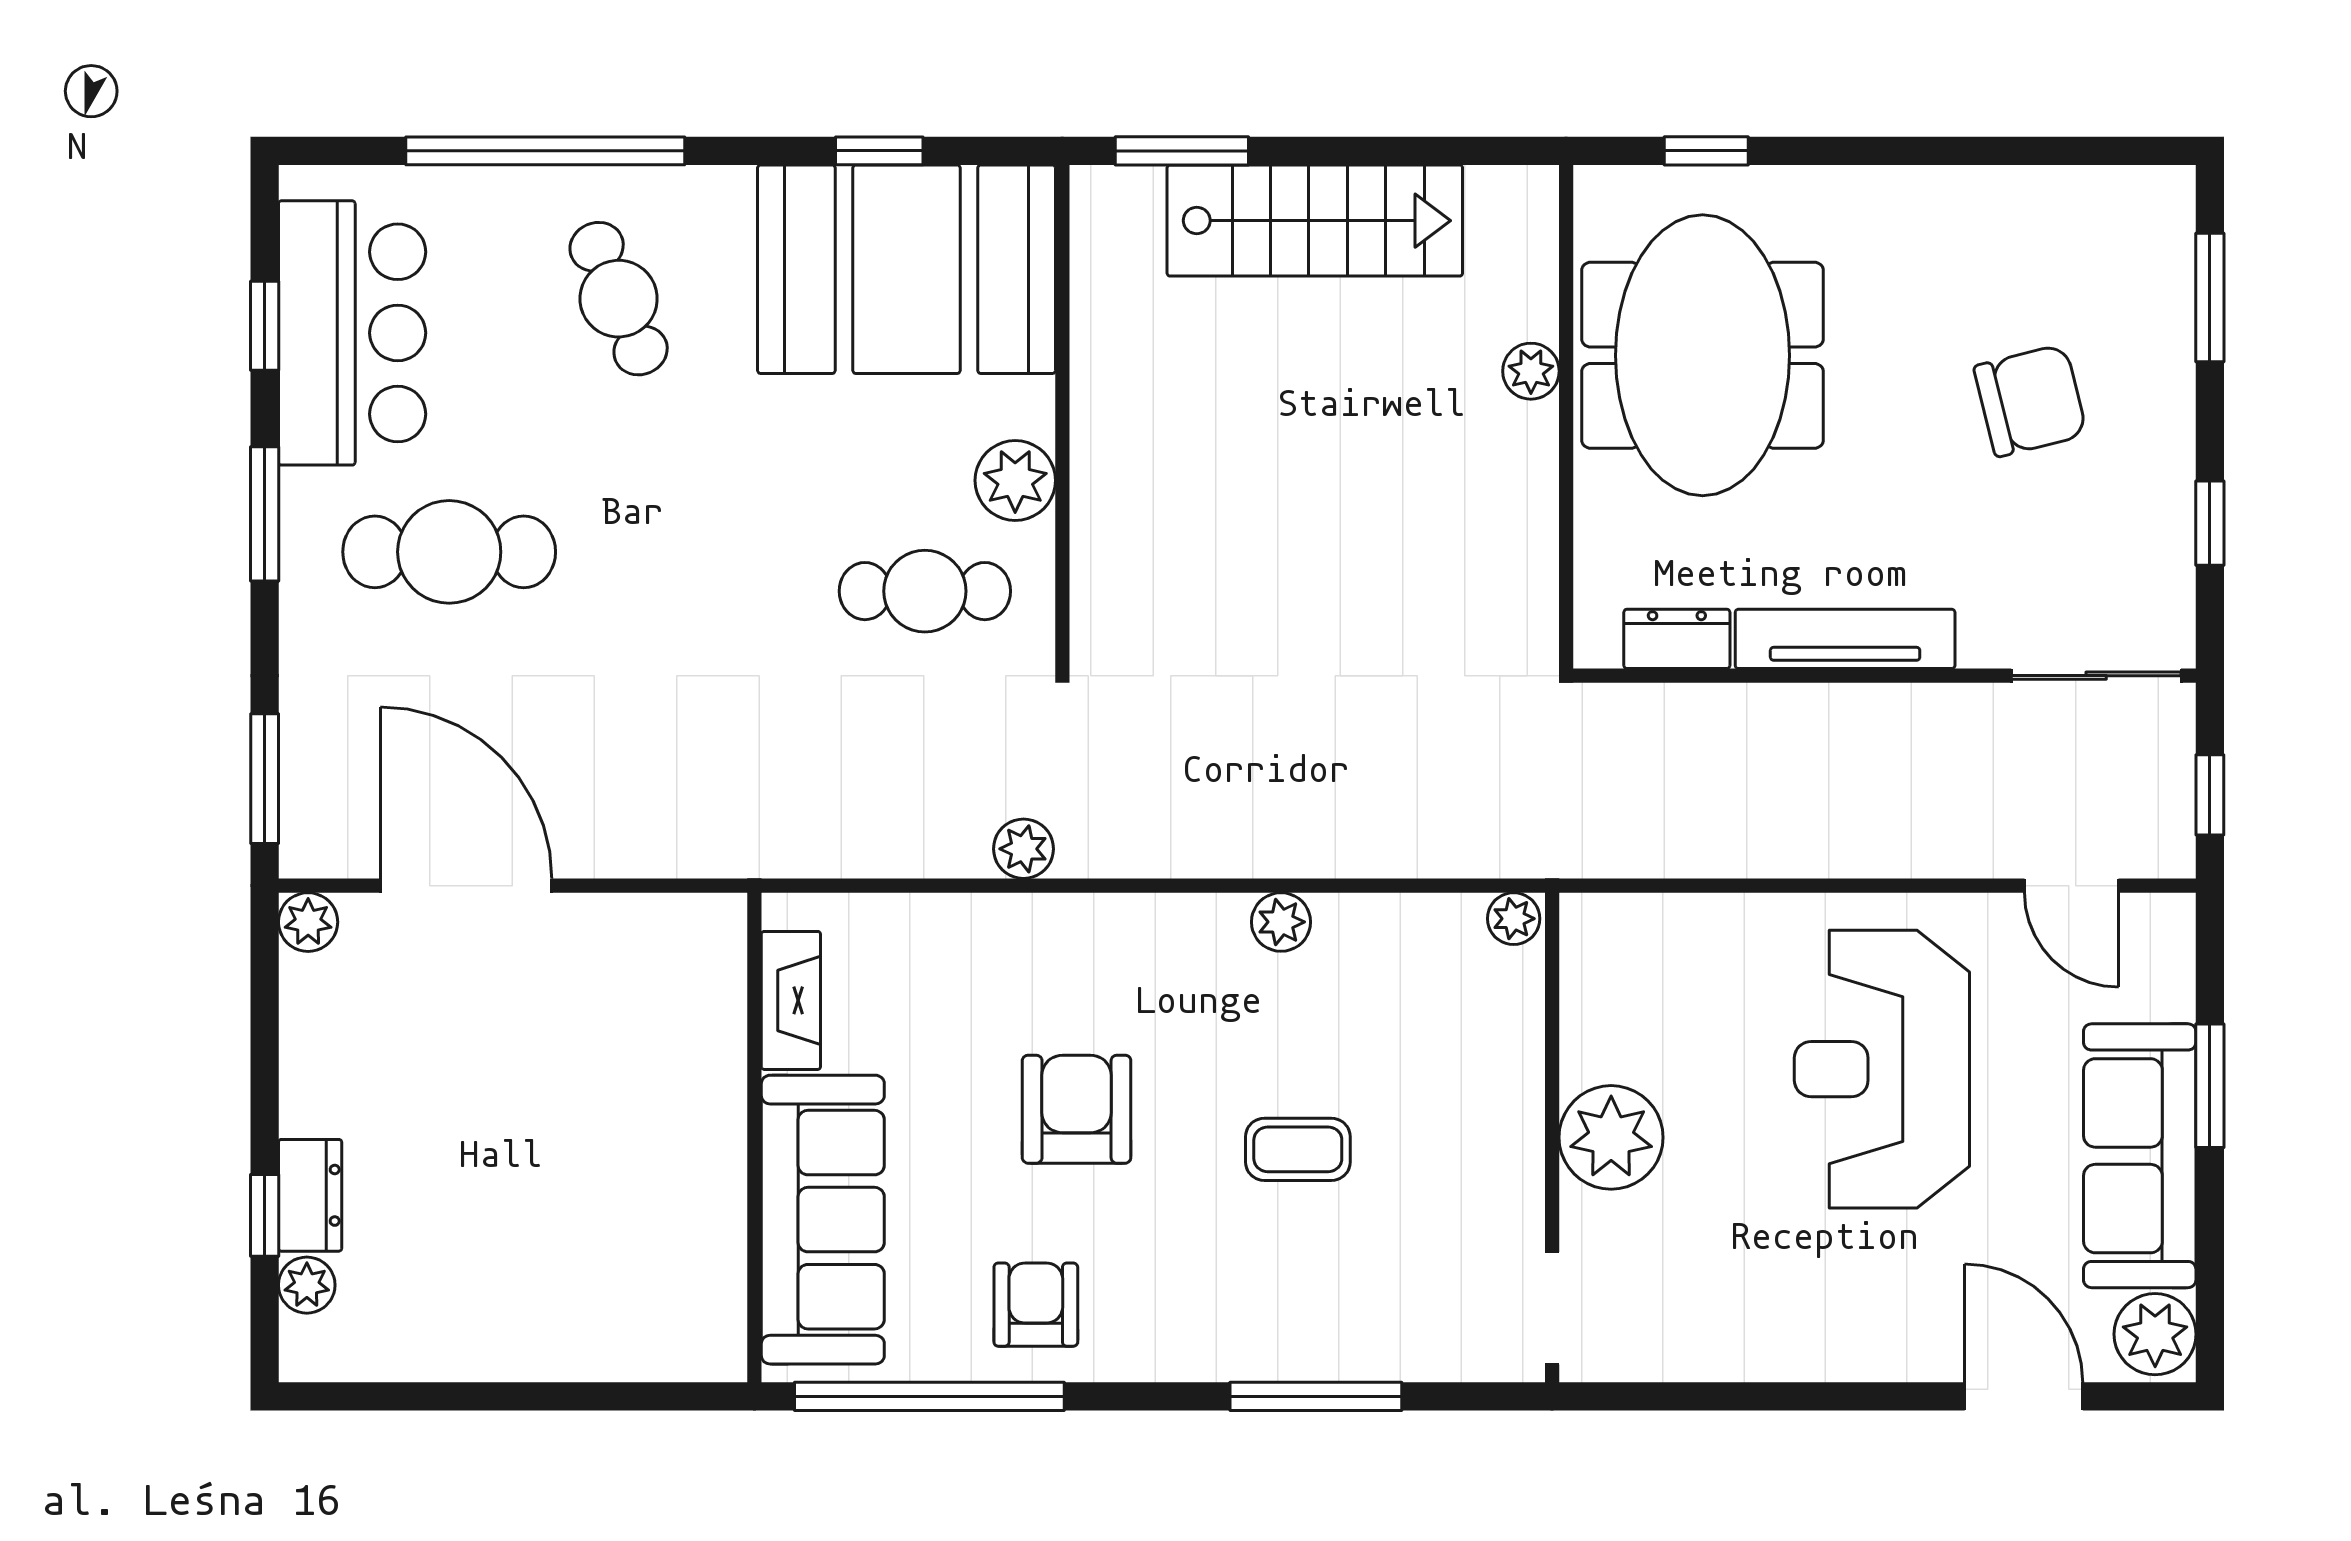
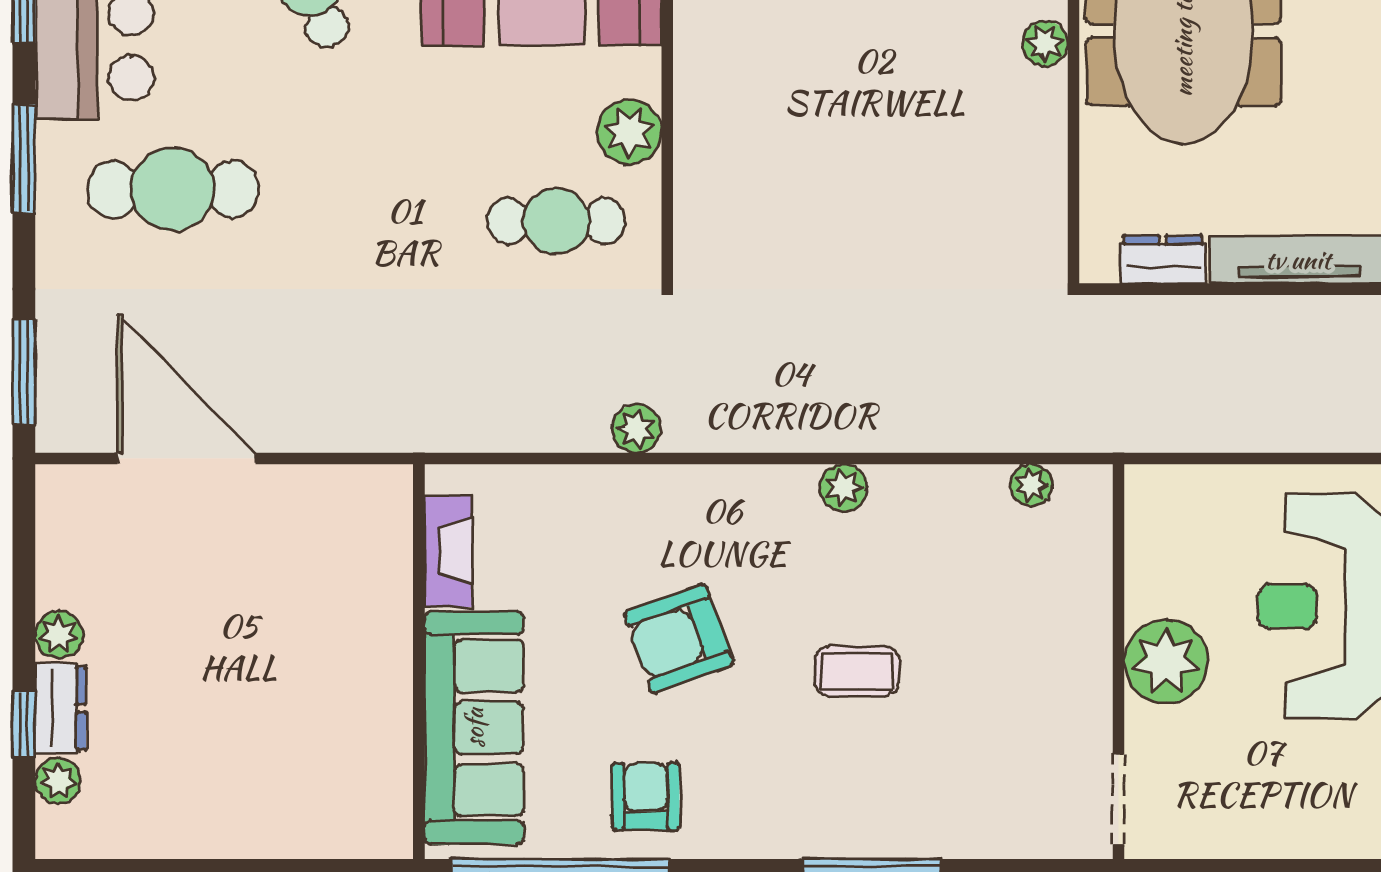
plant: (308, 922) -> (59, 635), moved
armchair: (1077, 1109) -> (679, 639), turned -110
wall: (1552, 1137) -> (1119, 662), moved
plant: (1611, 1137) -> (1166, 661), moved
doorway: (1552, 1308) -> (1119, 799), moved

